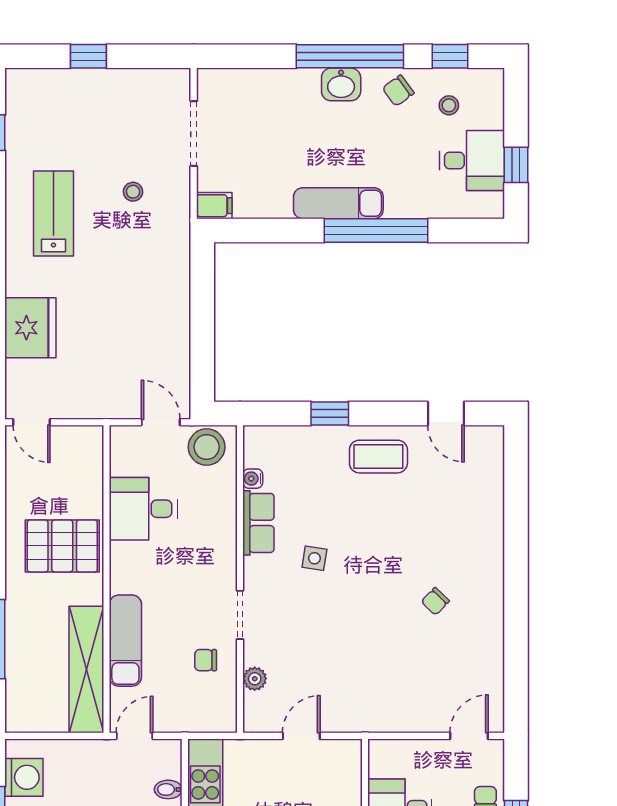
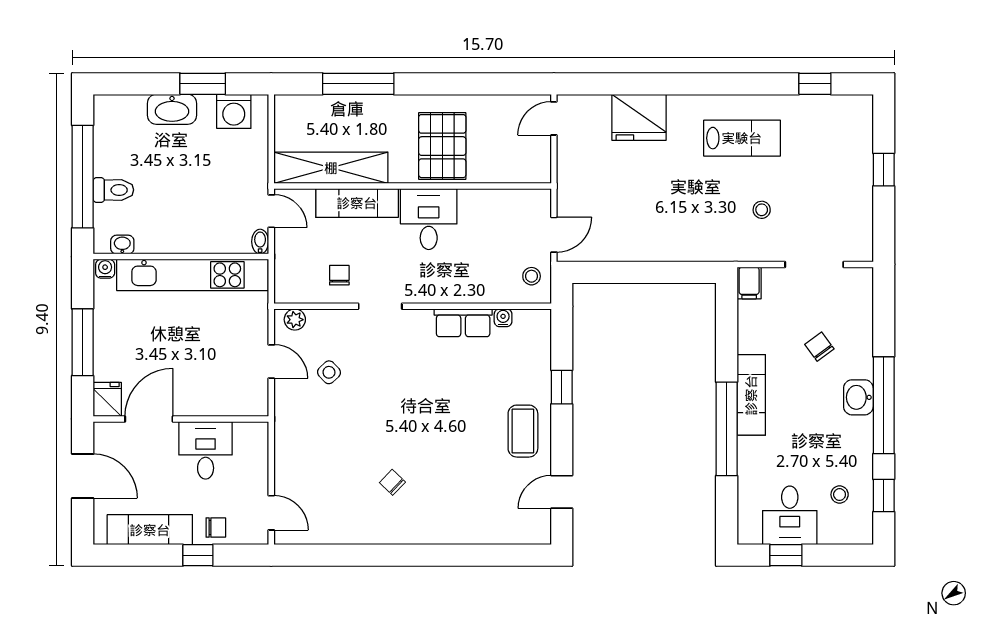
chair: (398, 91) -> (819, 347), moved
stool: (207, 447) -> (532, 276), width x0.53, depth x0.53
desk: (143, 509) -> (429, 219), moved
side table: (314, 558) -> (329, 372), moved, turned 38
plant: (255, 679) -> (295, 320), moved
bidet: (168, 789) -> (260, 242), moved

